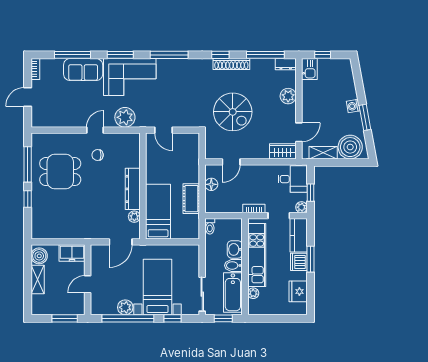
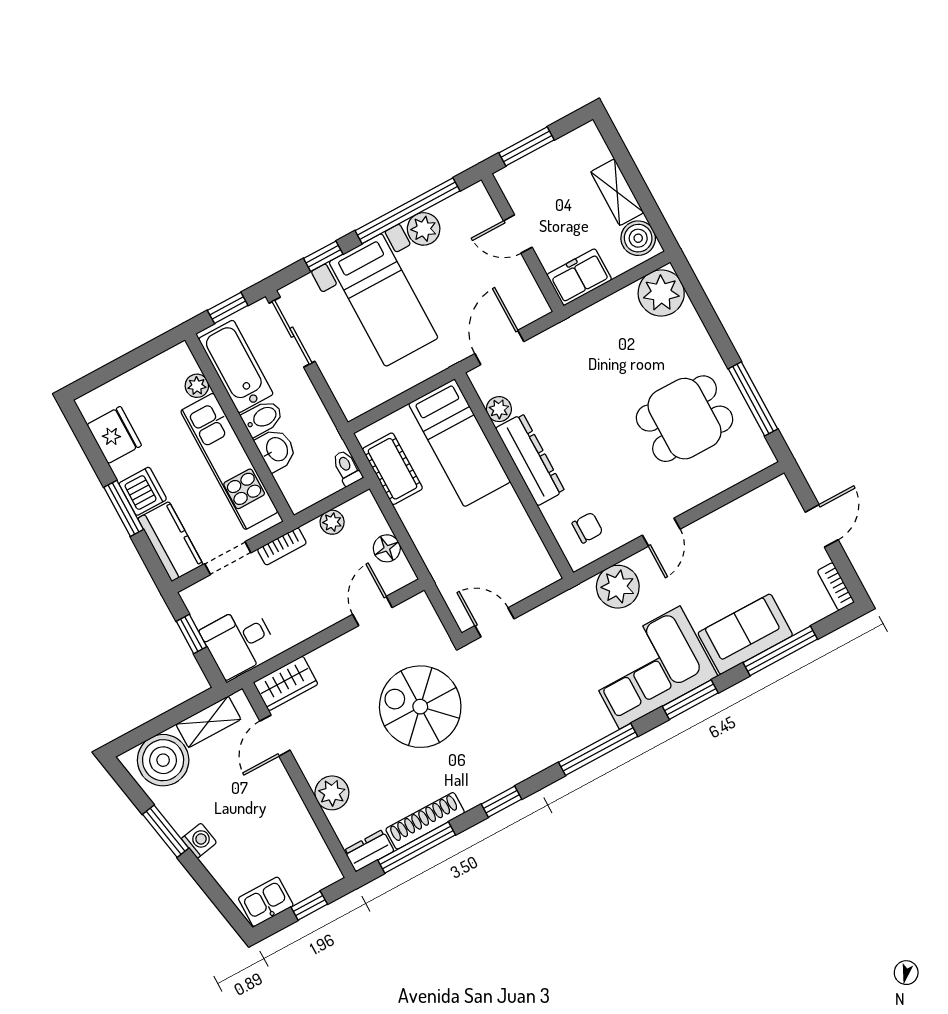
shoe rack: (231, 64) -> (425, 821), moved
kitchen sink: (309, 69) -> (266, 902), moved, turned 90
door: (163, 130) -> (495, 622), moved
chair: (98, 155) -> (587, 528), moved
window: (28, 199) -> (718, 334), removed
cot: (191, 199) -> (392, 469), moved
plant: (301, 207) -> (332, 522), moved
plant: (42, 228) -> (661, 293), added
door: (88, 284) -> (518, 234), swing flipped

